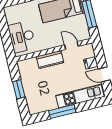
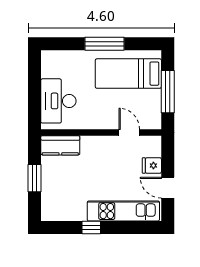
kitchen counter: (50, 60) -> (60, 145), moved
window: (62, 111) -> (91, 228), width x0.46

